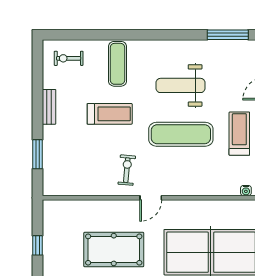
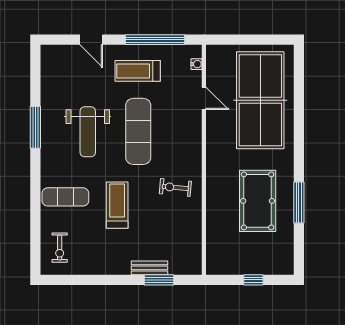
window: (228, 35) -> (35, 127), moved
bench: (49, 107) -> (149, 268), moved
door: (151, 198) -> (204, 98), moved

